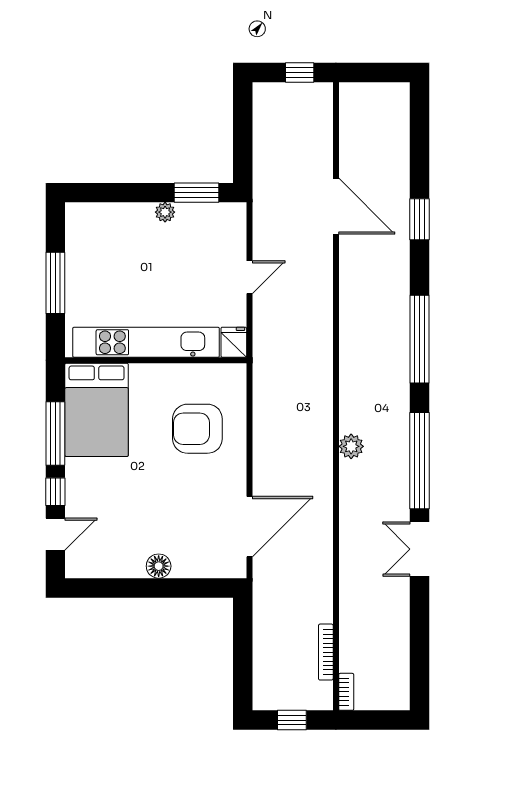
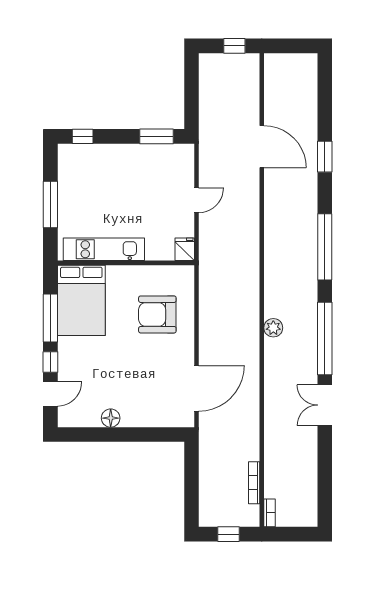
window: (98, 193) -> (83, 136), added
plant: (165, 212) -> (133, 151), removed
kitchen unit: (146, 342) -> (104, 249), width x0.73
floor lamp: (159, 566) -> (111, 418), moved

